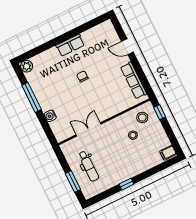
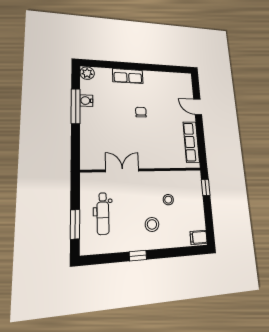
row of seats: (70, 45) -> (128, 76), moved
water cooler: (50, 116) -> (86, 101), moved
stool: (142, 118) -> (152, 224), moved

